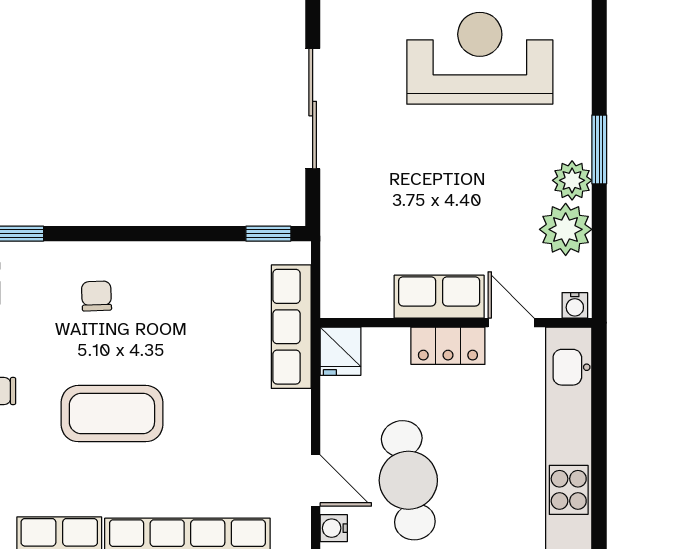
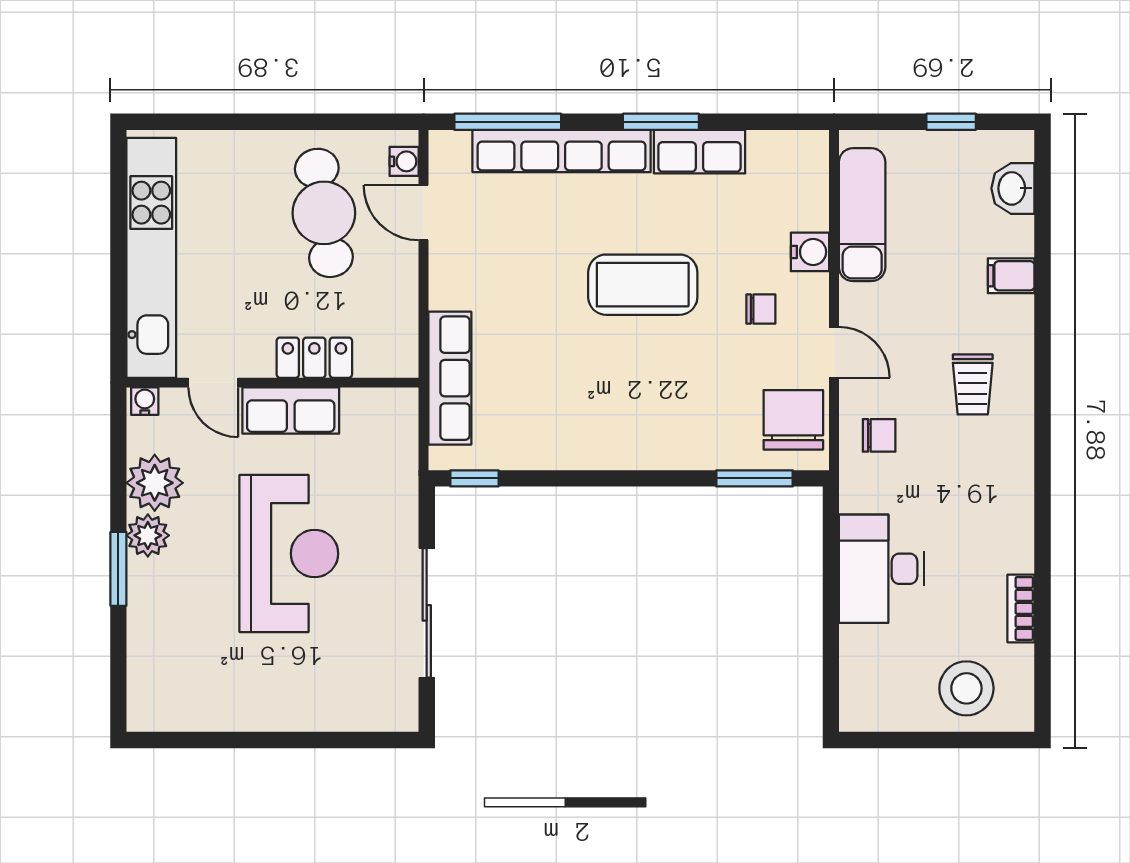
reception desk: (480, 58) -> (289, 554), moved, turned -90
chair: (97, 296) -> (659, 411), removed
locker: (448, 346) -> (314, 358), moved
fridge: (341, 351) -> (397, 352), removed

